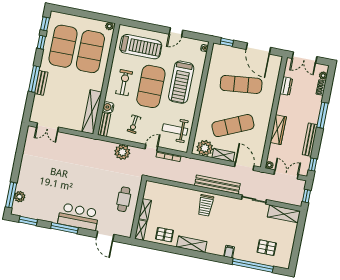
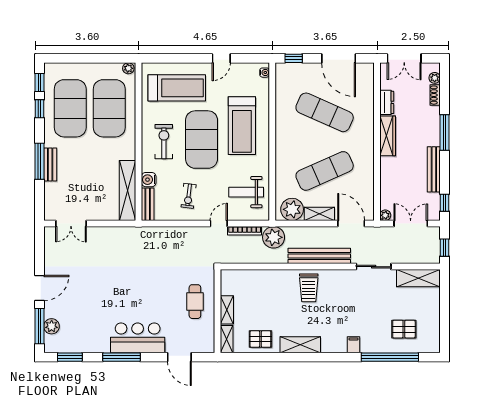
exercise mat: (241, 84) -> (325, 112), turned 30
wardrobe: (278, 130) -> (388, 136), moved
plant: (122, 152) -> (274, 237), moved
door: (16, 168) -> (39, 288), added

